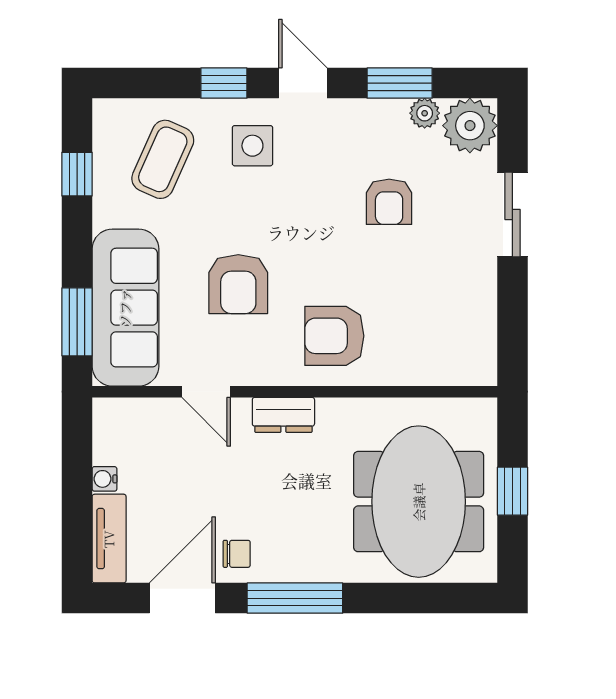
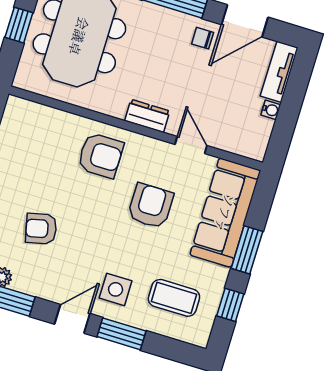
window: (224, 83) -> (121, 334), width x1.50
door: (303, 83) -> (72, 319), swing flipped
coffee table: (163, 159) -> (174, 298), turned 66
armchair: (389, 202) -> (41, 229), turned -103
window: (77, 322) -> (247, 250), moved

